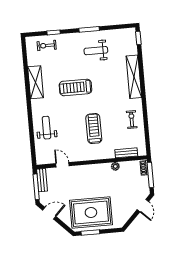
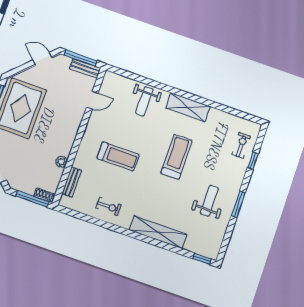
shelving: (36, 82) -> (188, 107), moved
weight bench: (46, 128) -> (144, 101), turned 90
door: (49, 213) -> (42, 59), swing flipped

